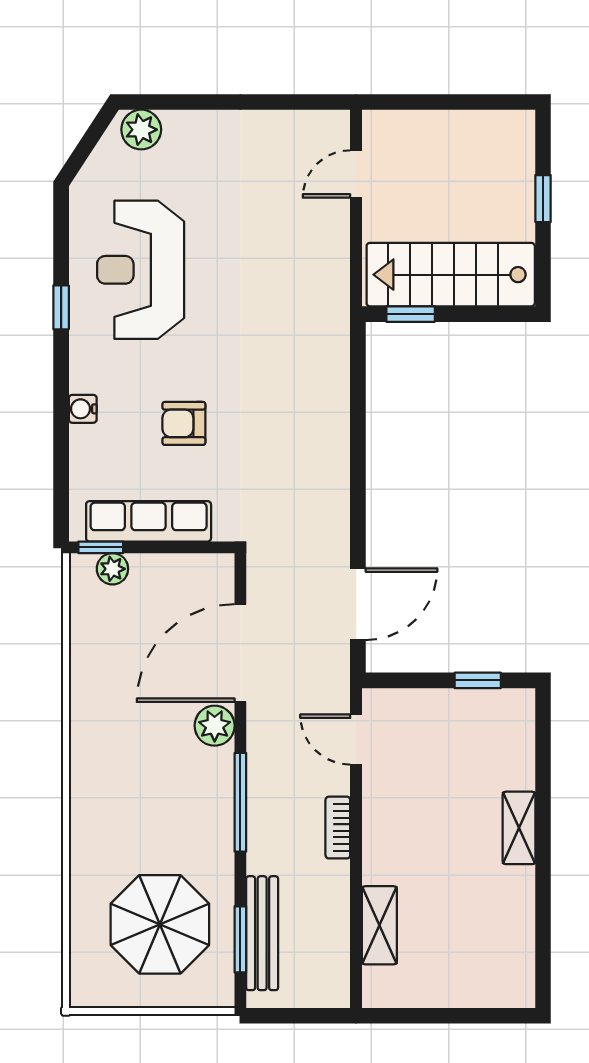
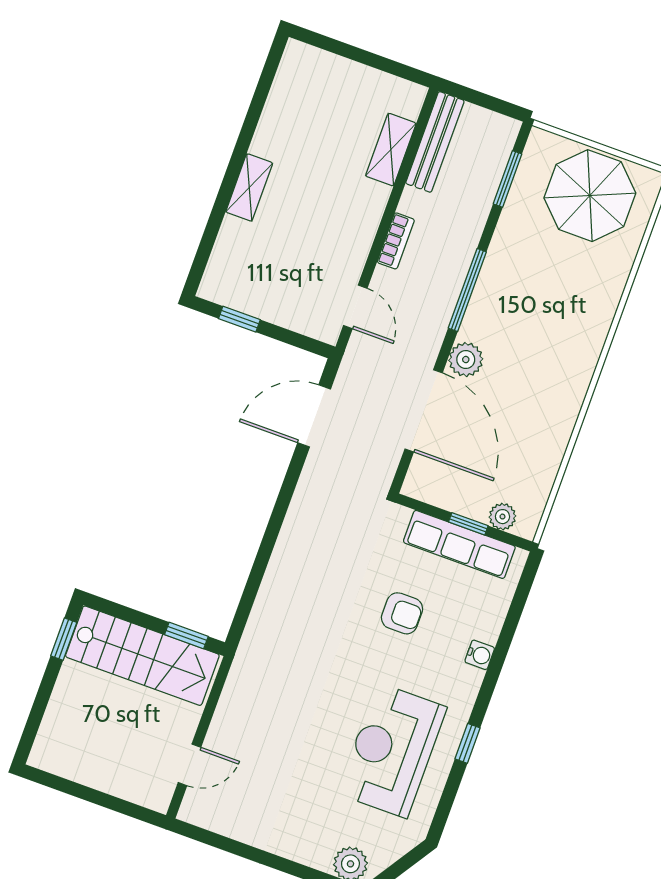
window: (543, 199) -> (64, 639), moved
reception desk: (141, 270) -> (392, 750), turned 180
window: (101, 547) -> (468, 524), moved
door: (240, 653) -> (424, 411), hinge flipped
parasol: (160, 924) -> (590, 196), moved
bench: (262, 933) -> (435, 142), moved

